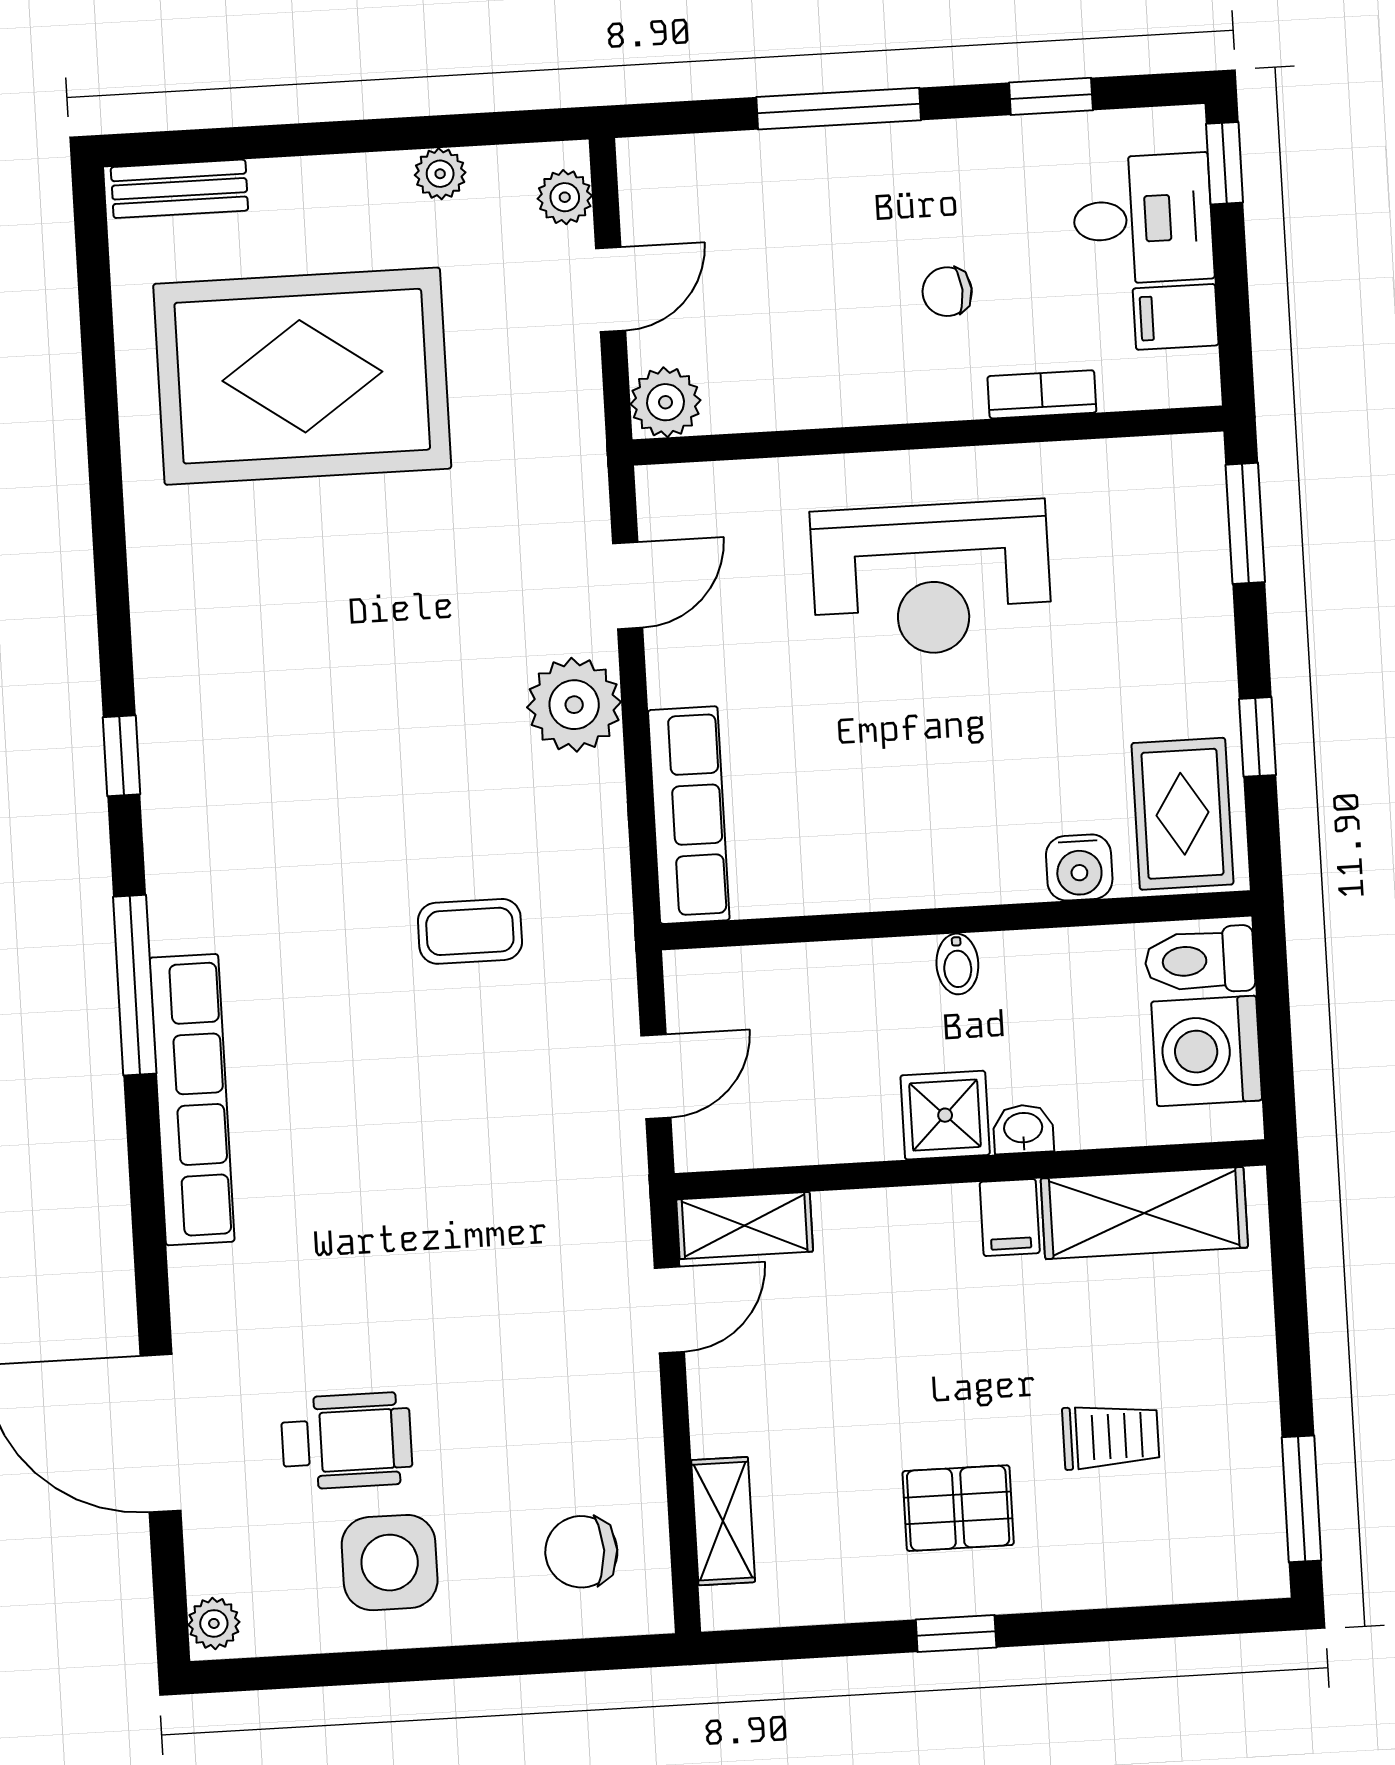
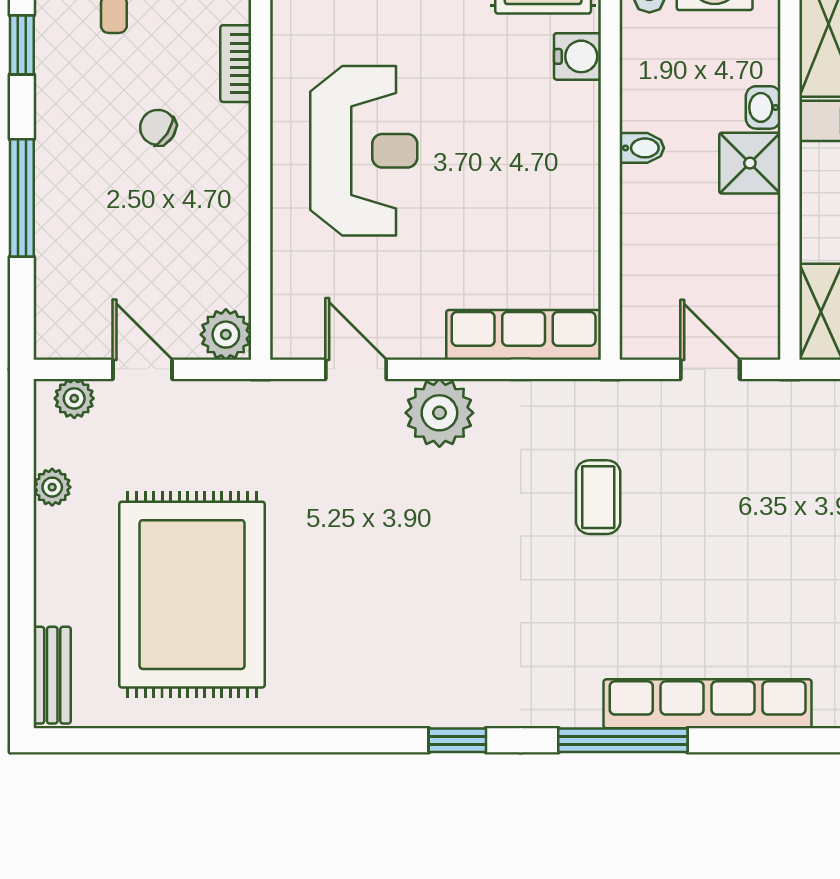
chair: (947, 292) -> (158, 127), turned 127

